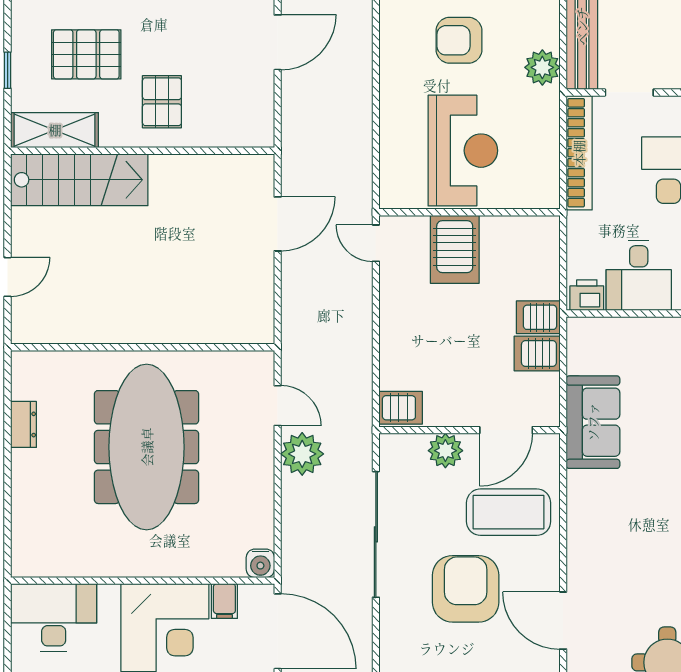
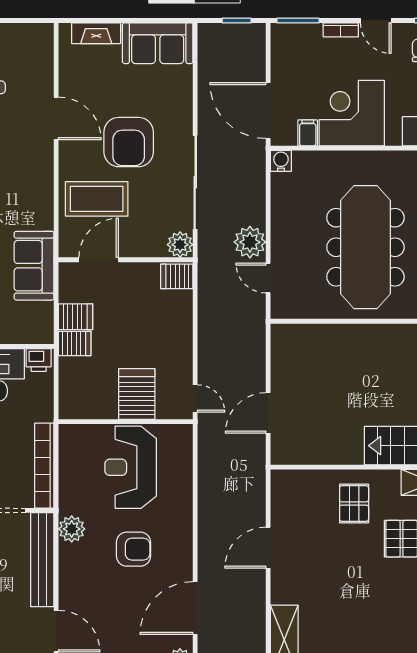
plant: (445, 451) -> (180, 245), moved

